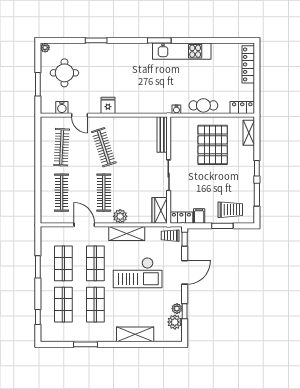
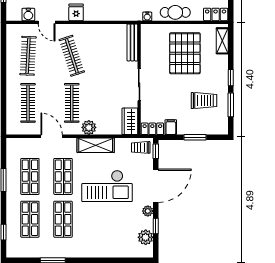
trolley: (230, 210) -> (204, 101), moved
door: (185, 272) -> (156, 186), width x1.36
plant: (177, 309) -> (148, 211), moved
shelving: (135, 334) -> (104, 250), removed

